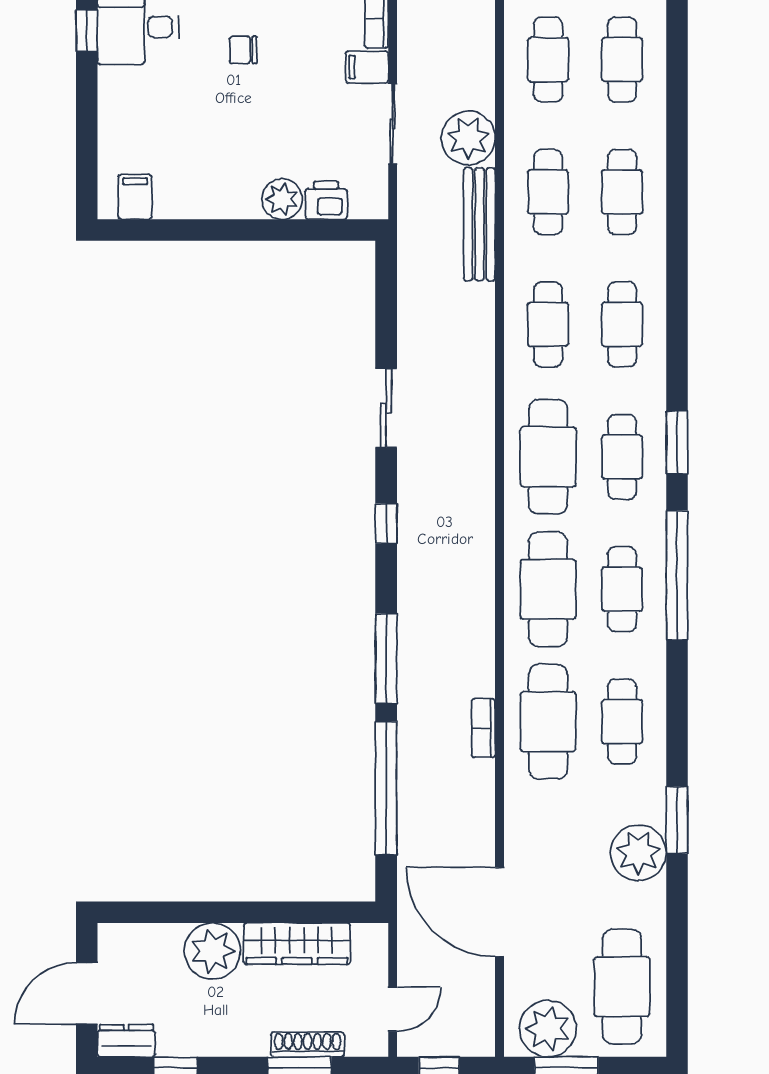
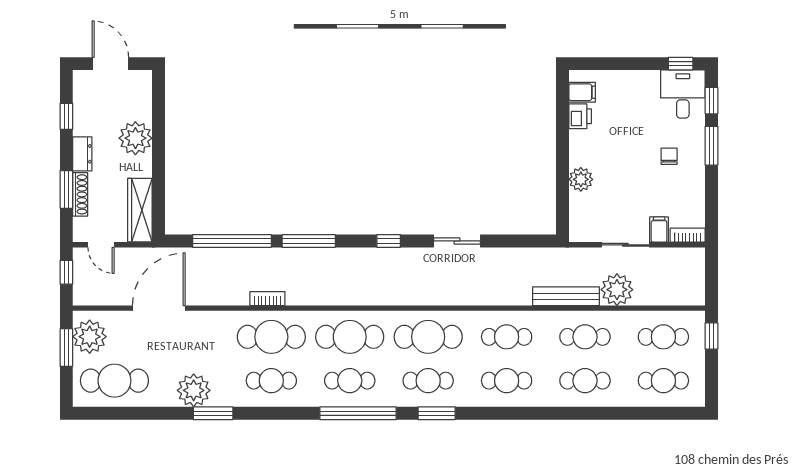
printer: (326, 200) -> (580, 116), moved
wardrobe: (297, 944) -> (140, 210), moved
dresser: (126, 1041) -> (82, 154), moved

